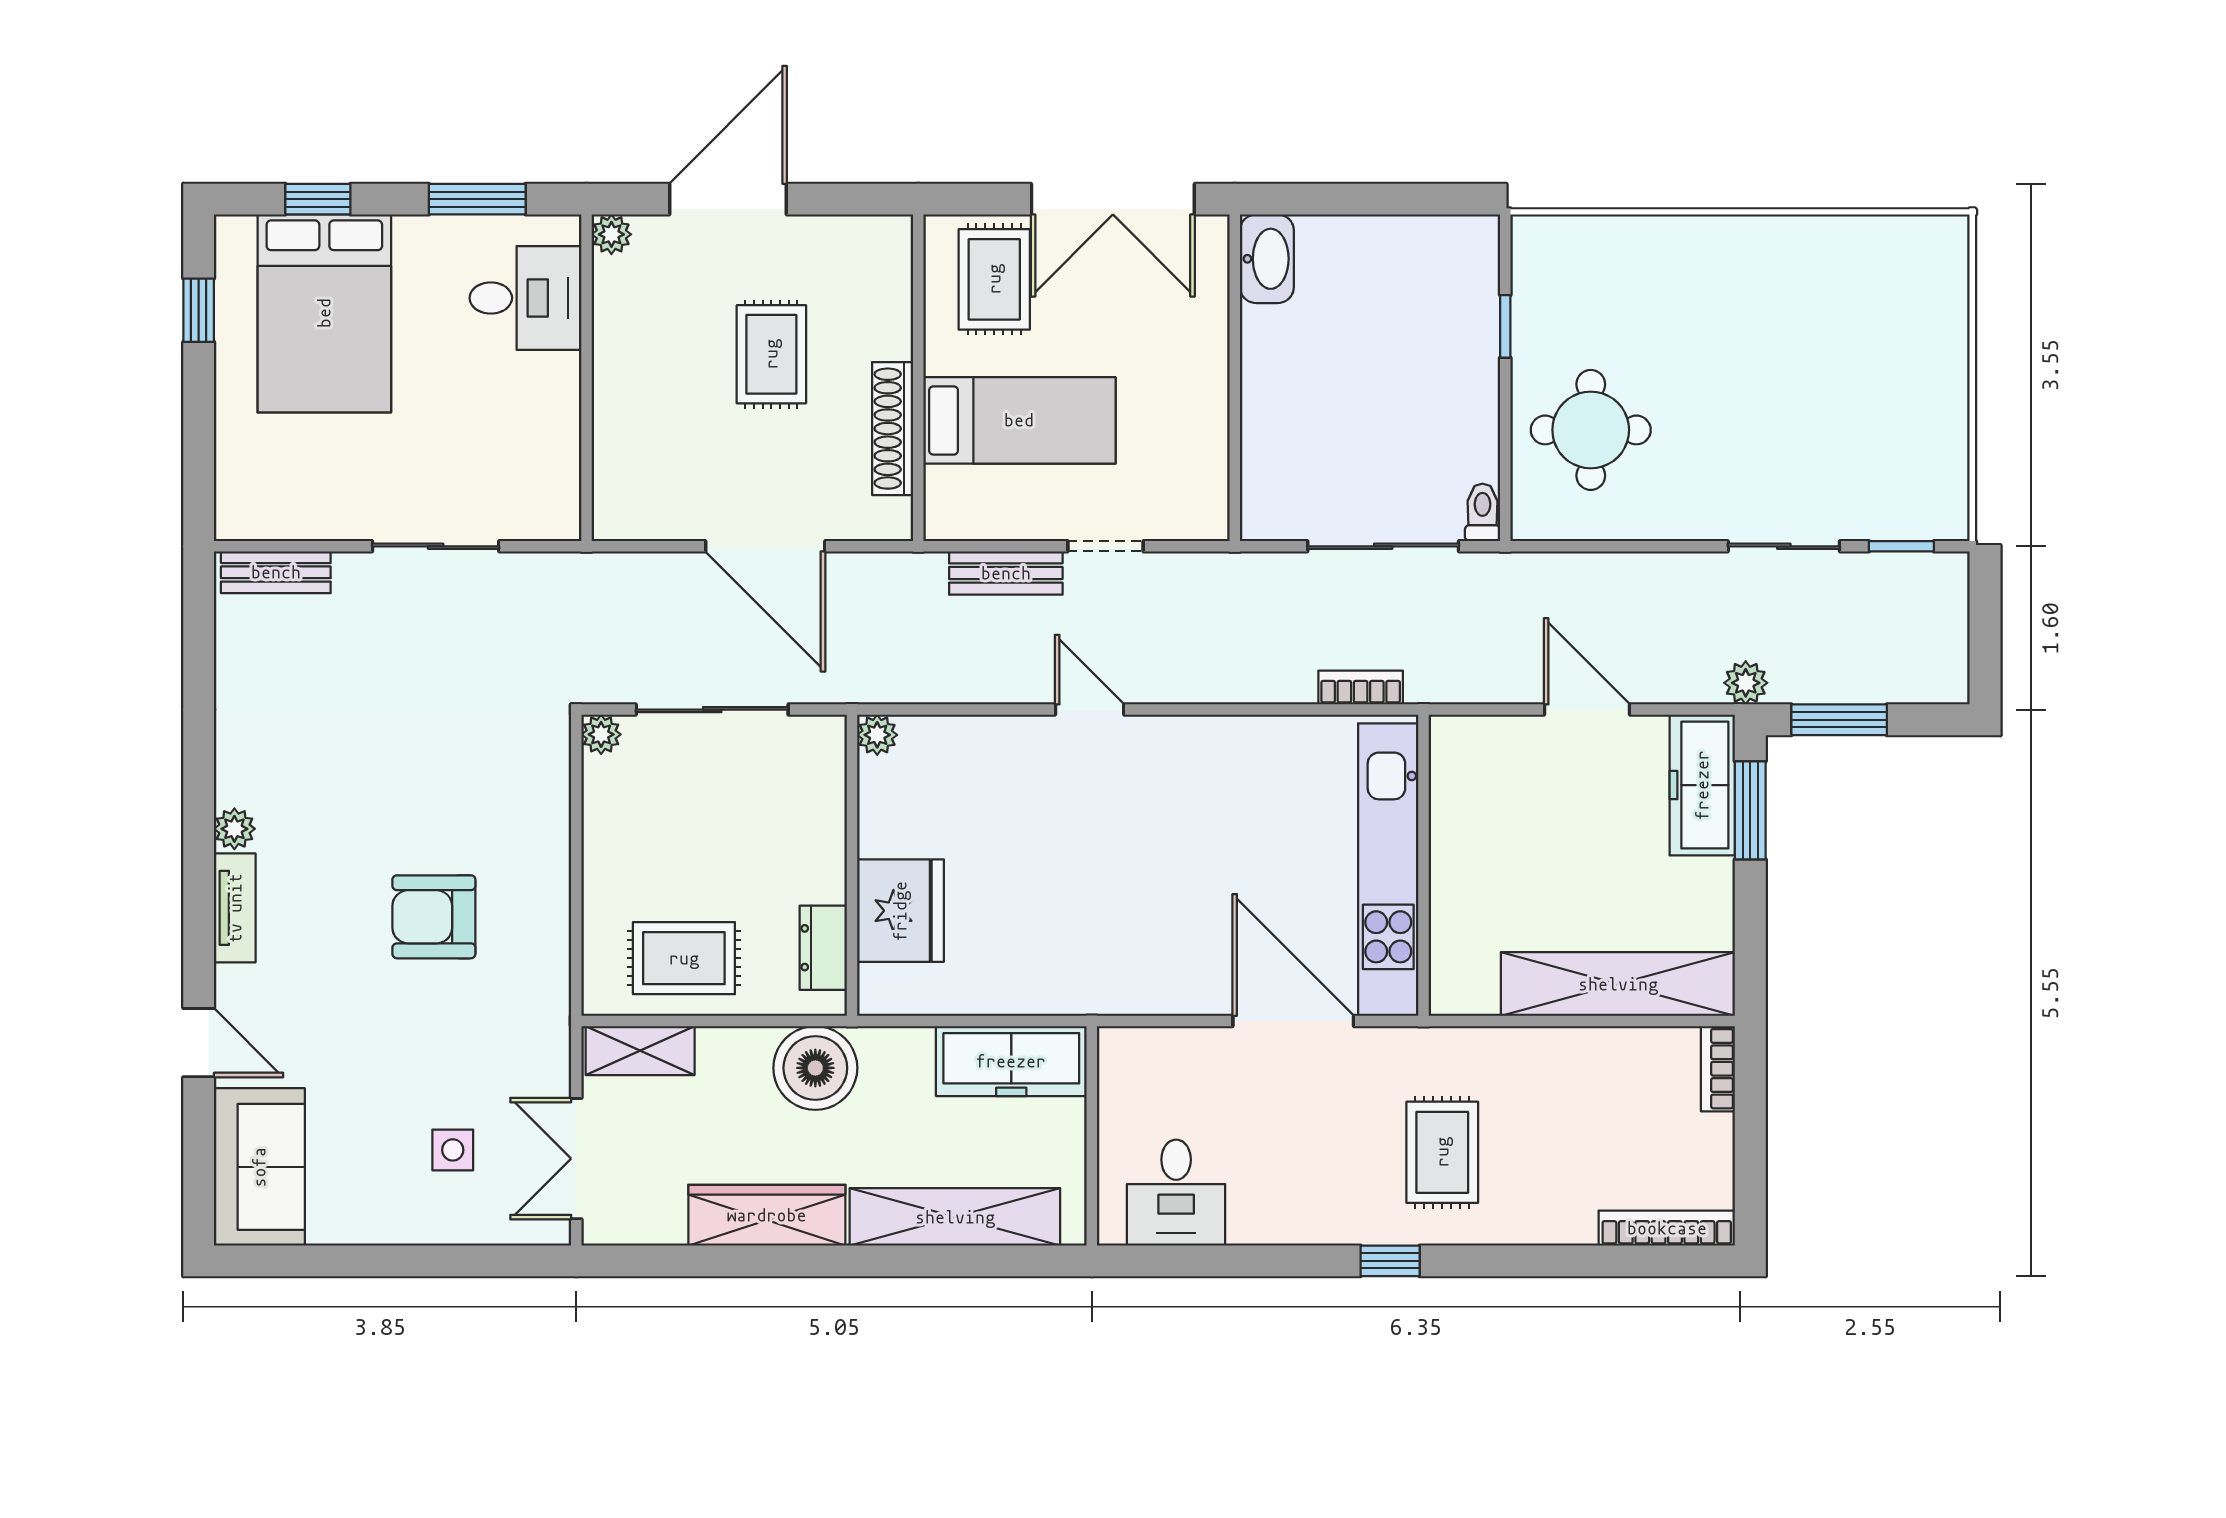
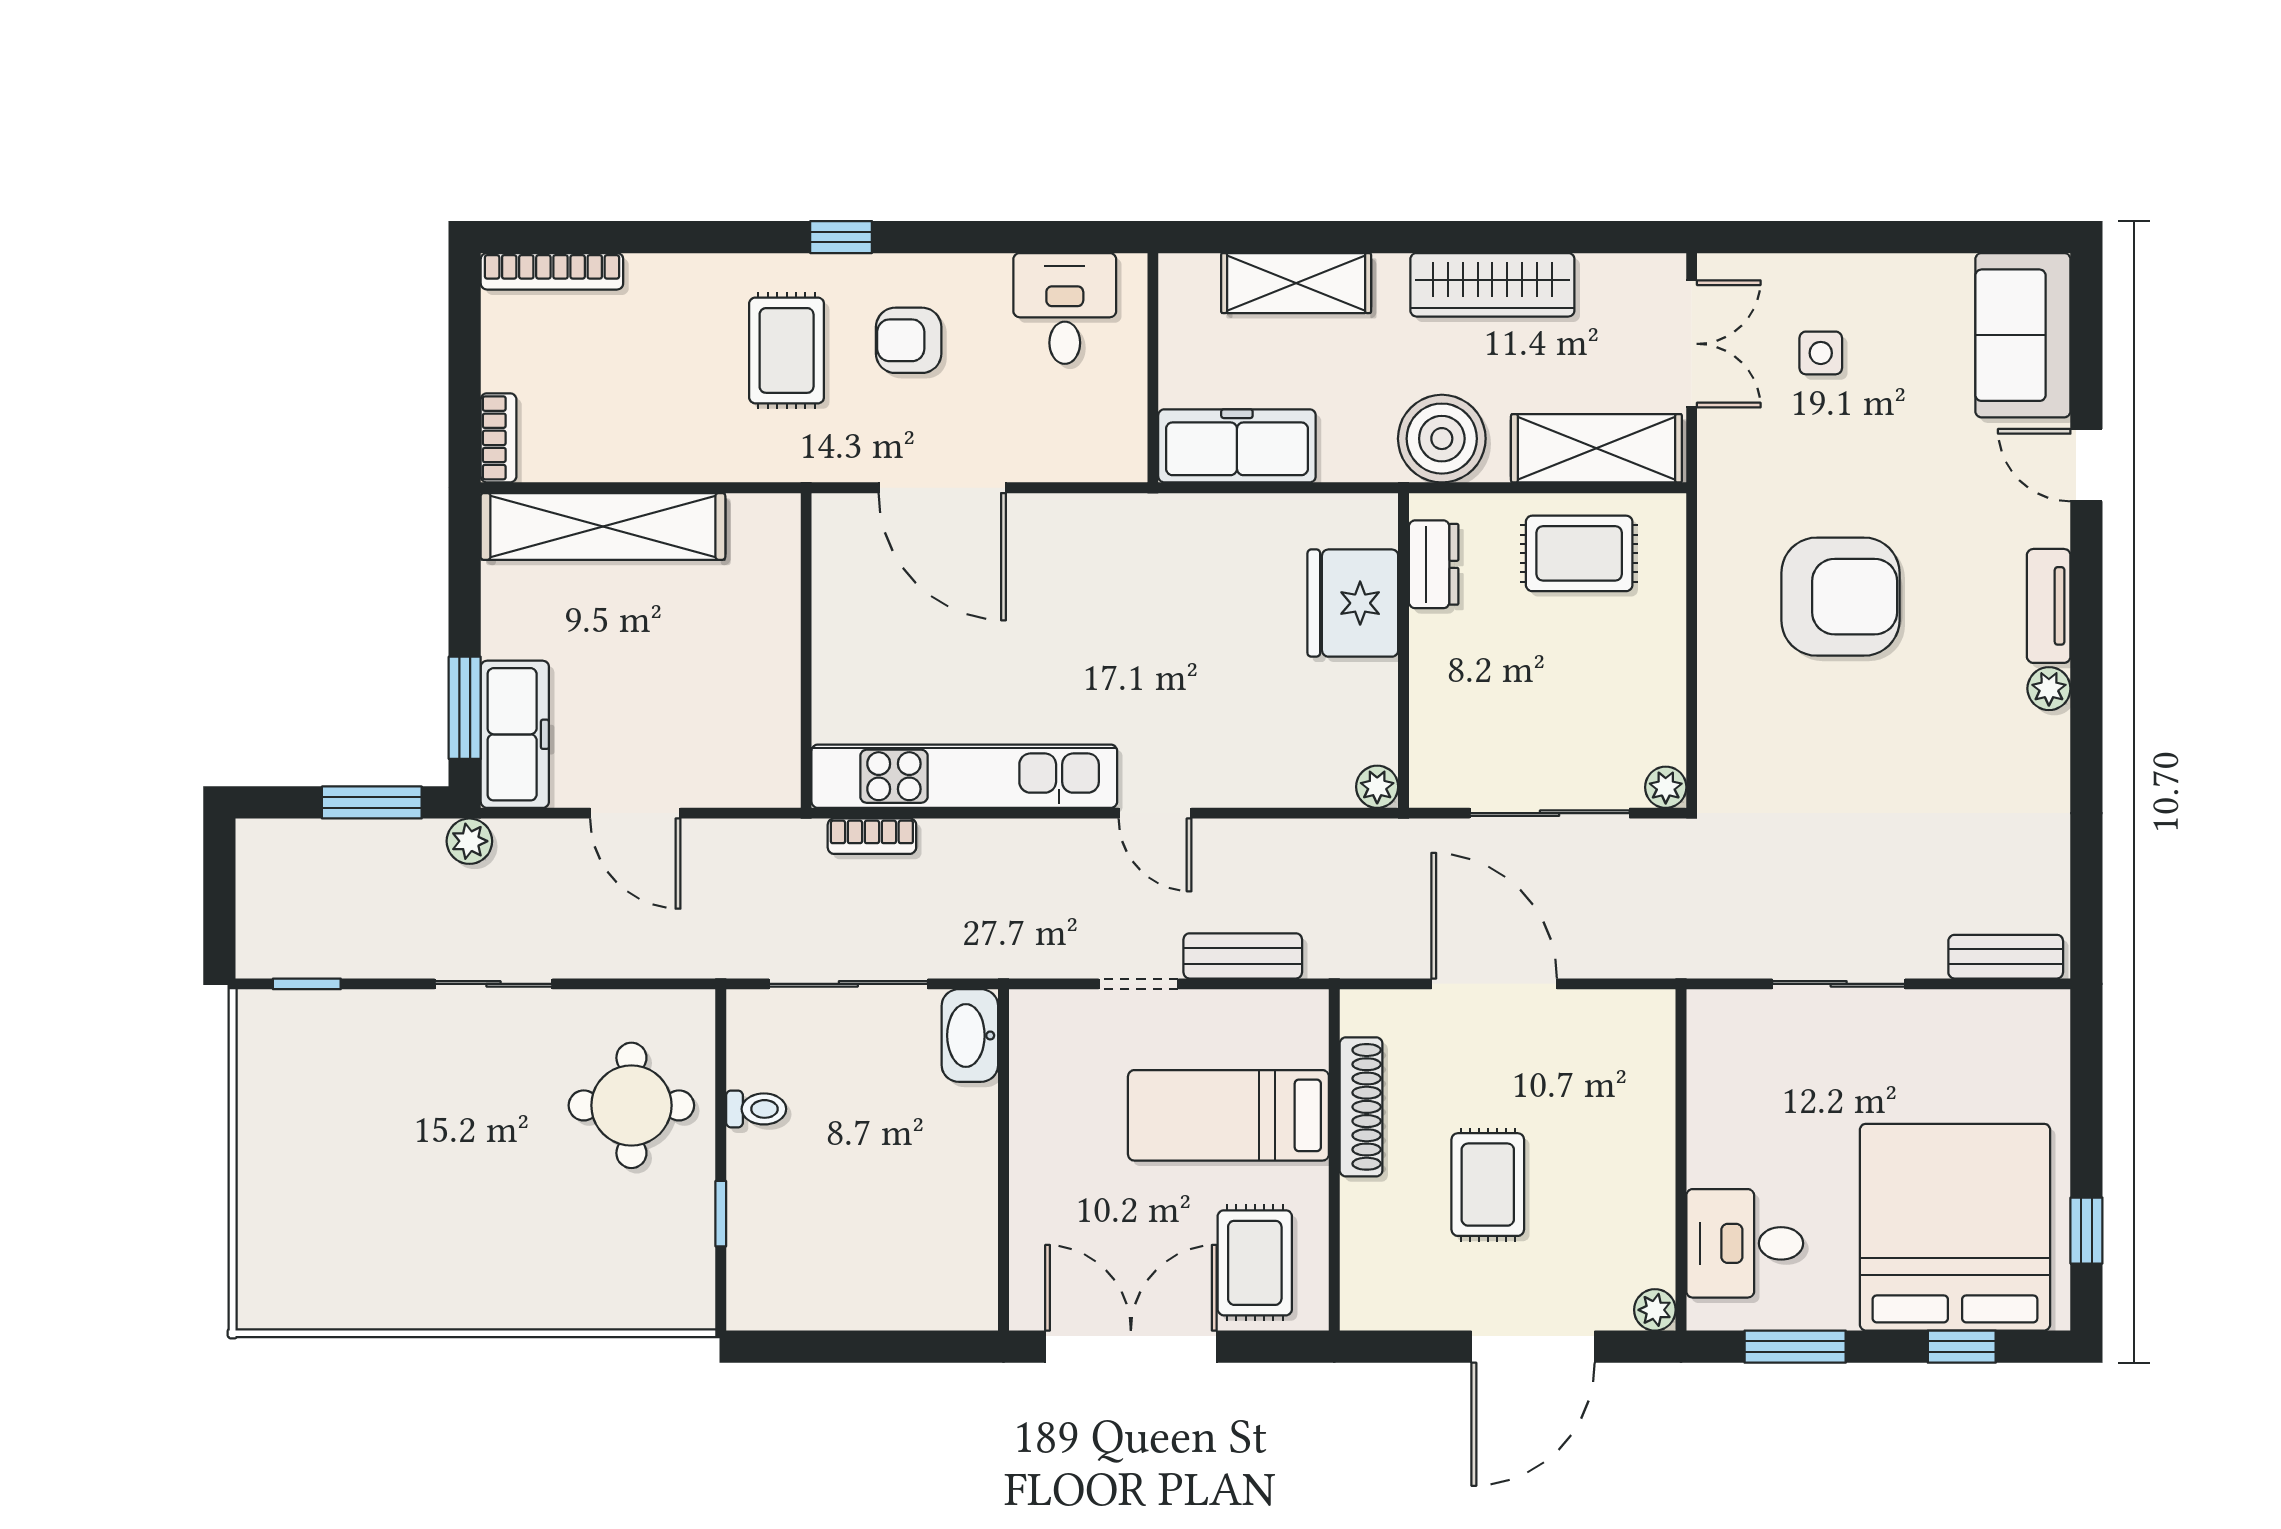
washbasin: (1267, 259) -> (970, 1035), moved
bed: (324, 313) -> (1955, 1227), width x1.36
toilet: (1482, 512) -> (756, 1109), moved, turned -90
sliding door: (1784, 546) -> (493, 984), moved
kitchen unit: (1388, 870) -> (964, 776), moved, turned -90
armchair: (434, 917) -> (1840, 597), width x1.36, depth x1.36
shelving: (640, 1051) -> (1596, 448), width x1.50, depth x1.33
armchair: (1326, 1162) -> (909, 340), added
shelving: (955, 1217) -> (1296, 283), width x0.68

